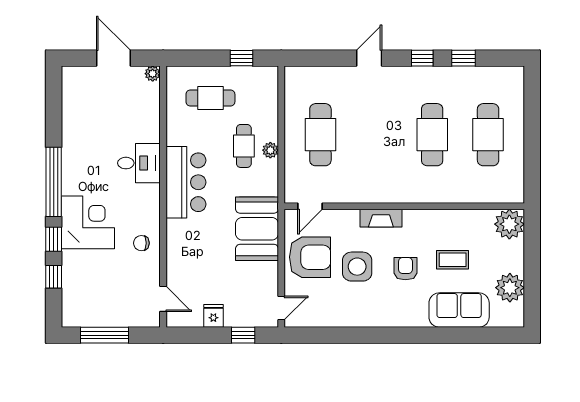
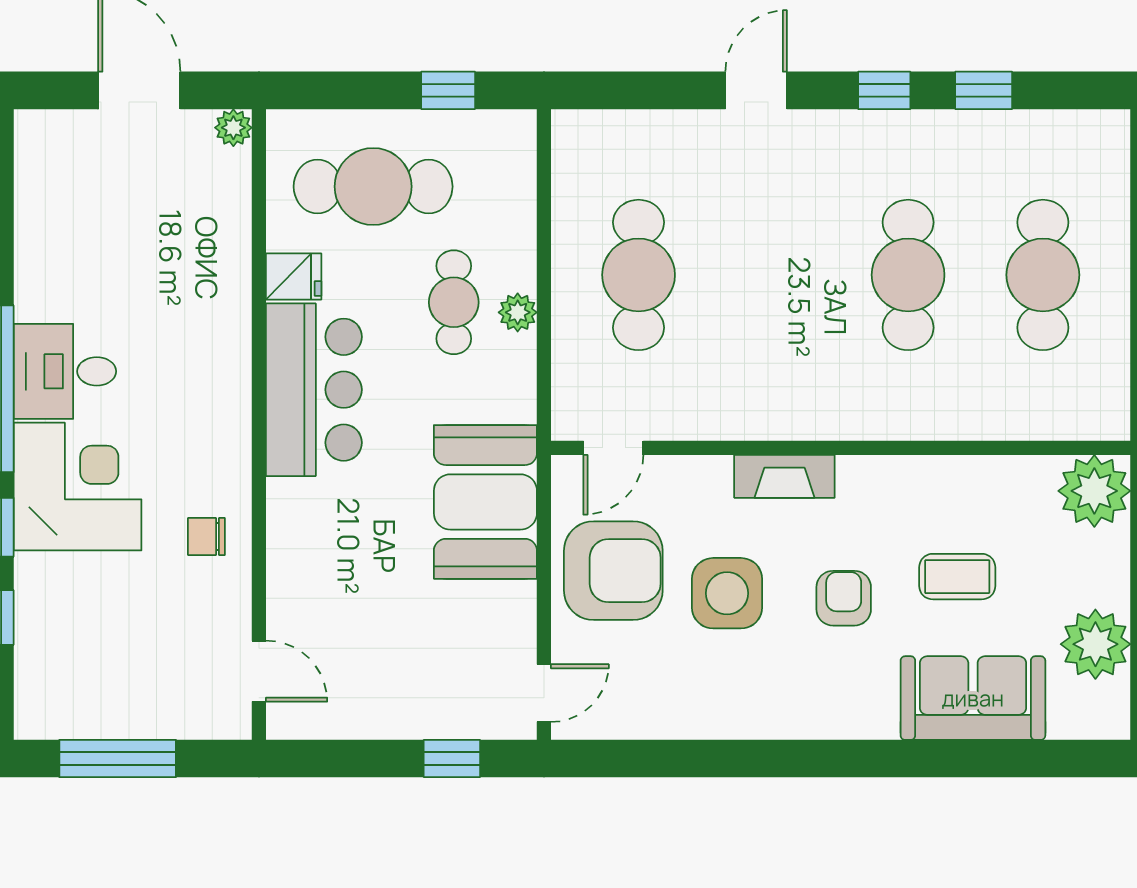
cafe table: (210, 98) -> (373, 187), width x1.37, depth x1.35
desk: (139, 163) -> (65, 371), moved, turned 180
fridge: (213, 316) -> (294, 276), moved, turned 90

